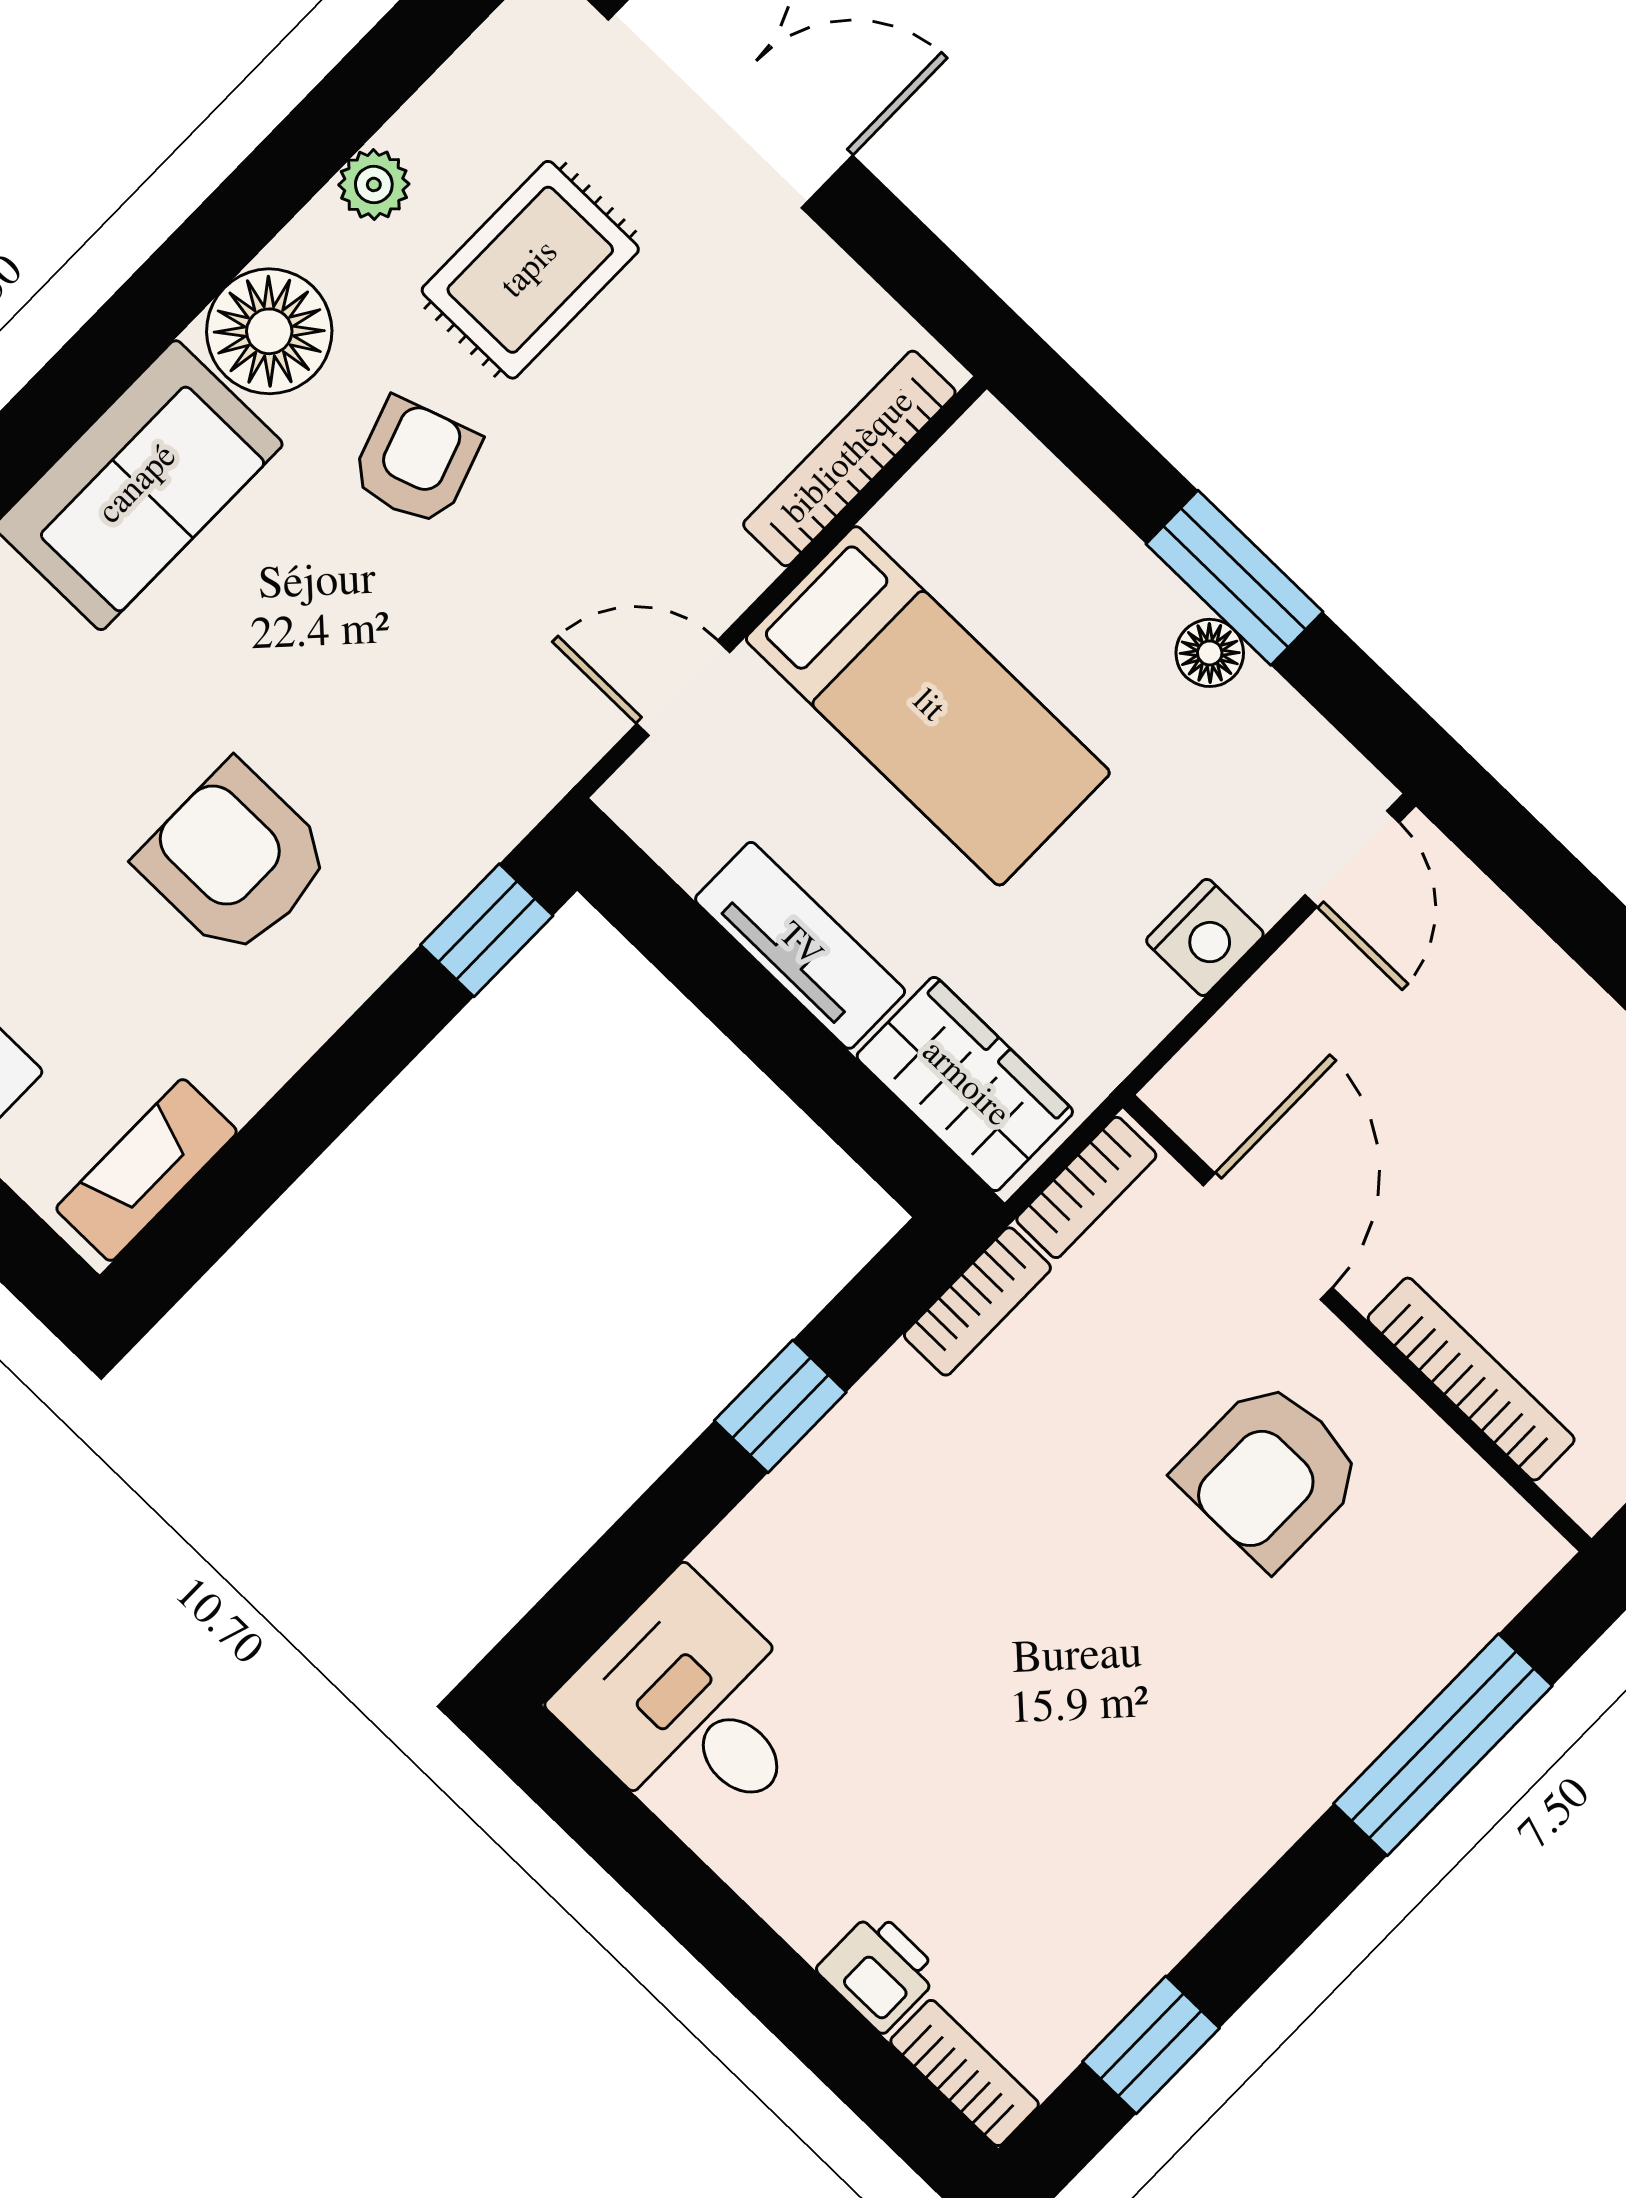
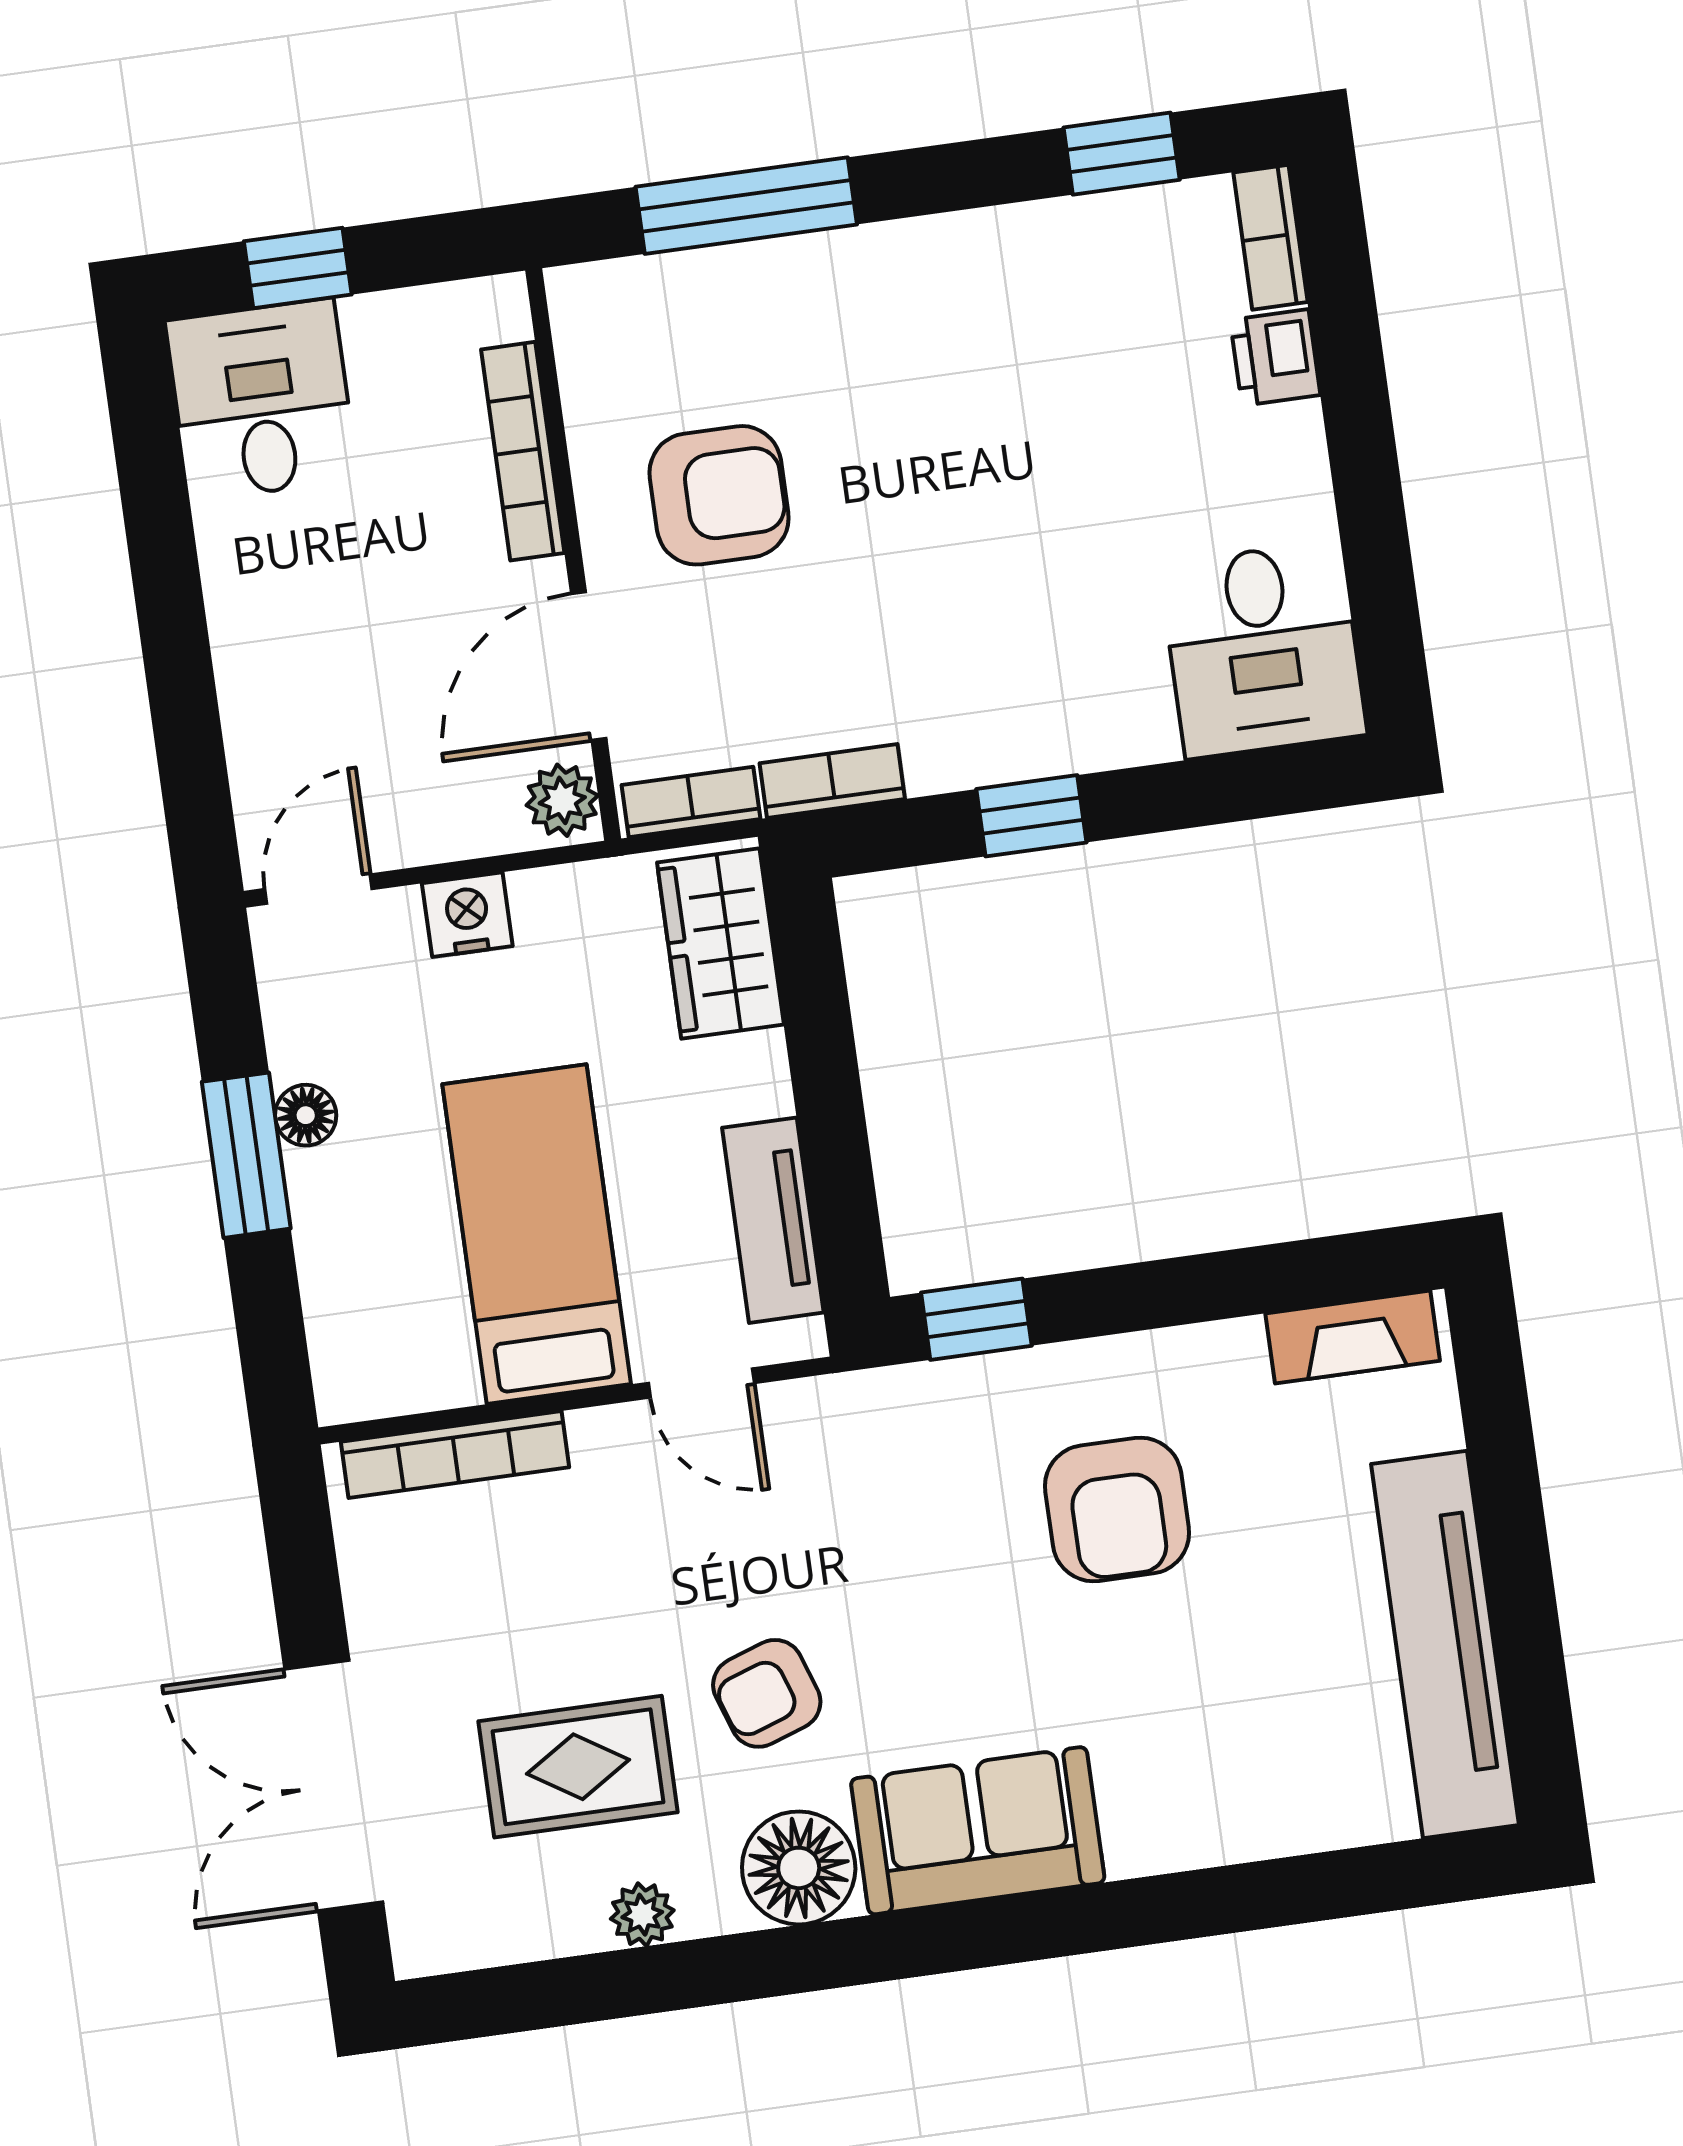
tv unit: (800, 945) -> (773, 1220), moved
plant: (1200, 1101) -> (562, 800), added

